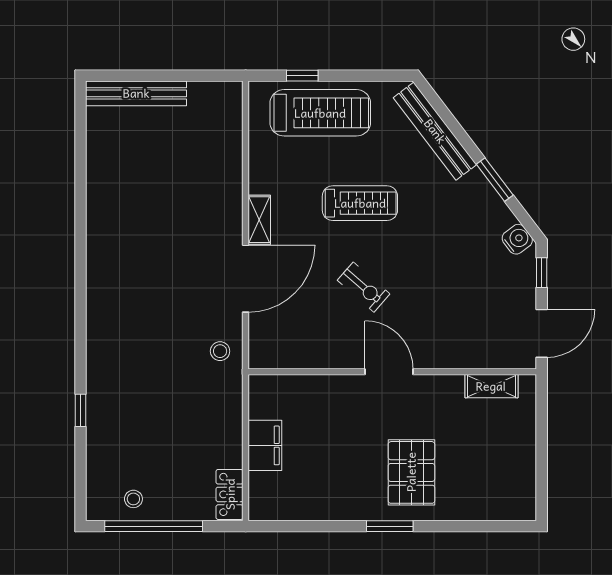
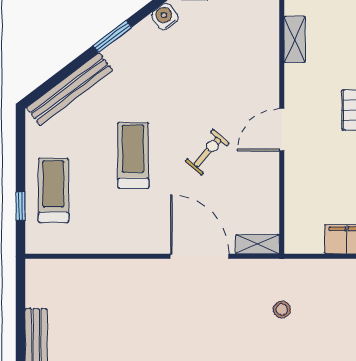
treadmill: (320, 113) -> (53, 190), width x0.73, depth x0.73
shelving: (259, 220) -> (258, 244), moved
stool: (220, 351) -> (282, 309), moved

